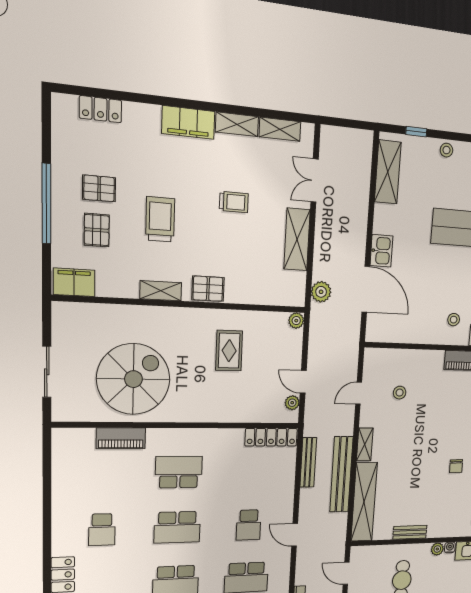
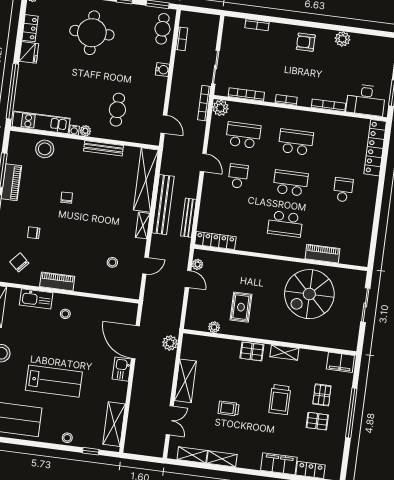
filing cabinet: (188, 122) -> (279, 464), moved
plant: (296, 321) -> (214, 327), moved
bench: (410, 532) -> (104, 148), width x1.36

